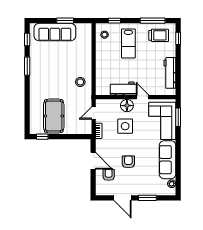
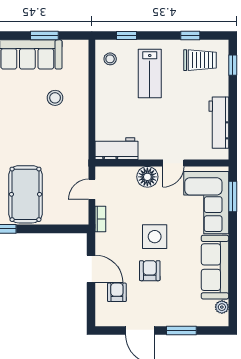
window: (153, 21) -> (190, 36), width x0.46
stool: (80, 82) -> (55, 98), moved
workbench: (123, 89) -> (117, 149), moved
door: (143, 97) -> (173, 163), swing flipped
side table: (125, 126) -> (155, 237), moved

